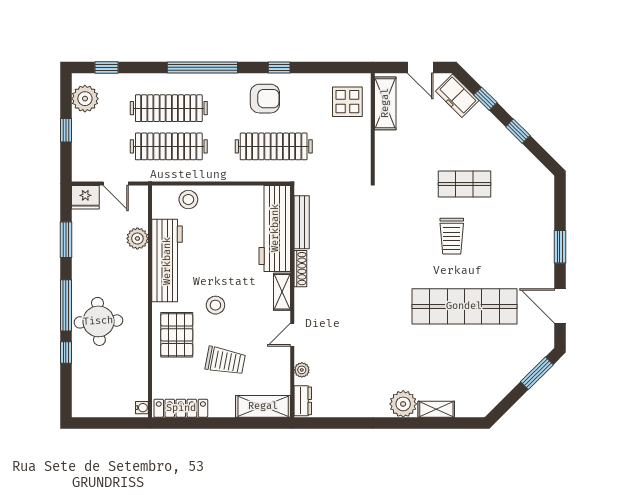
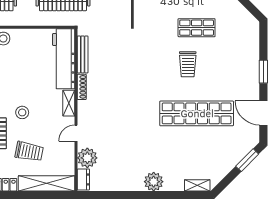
plant: (302, 370) -> (87, 158), width x1.87, depth x1.87
shelving: (263, 406) -> (47, 183), width x1.47
shelving: (436, 409) -> (197, 185), moved

